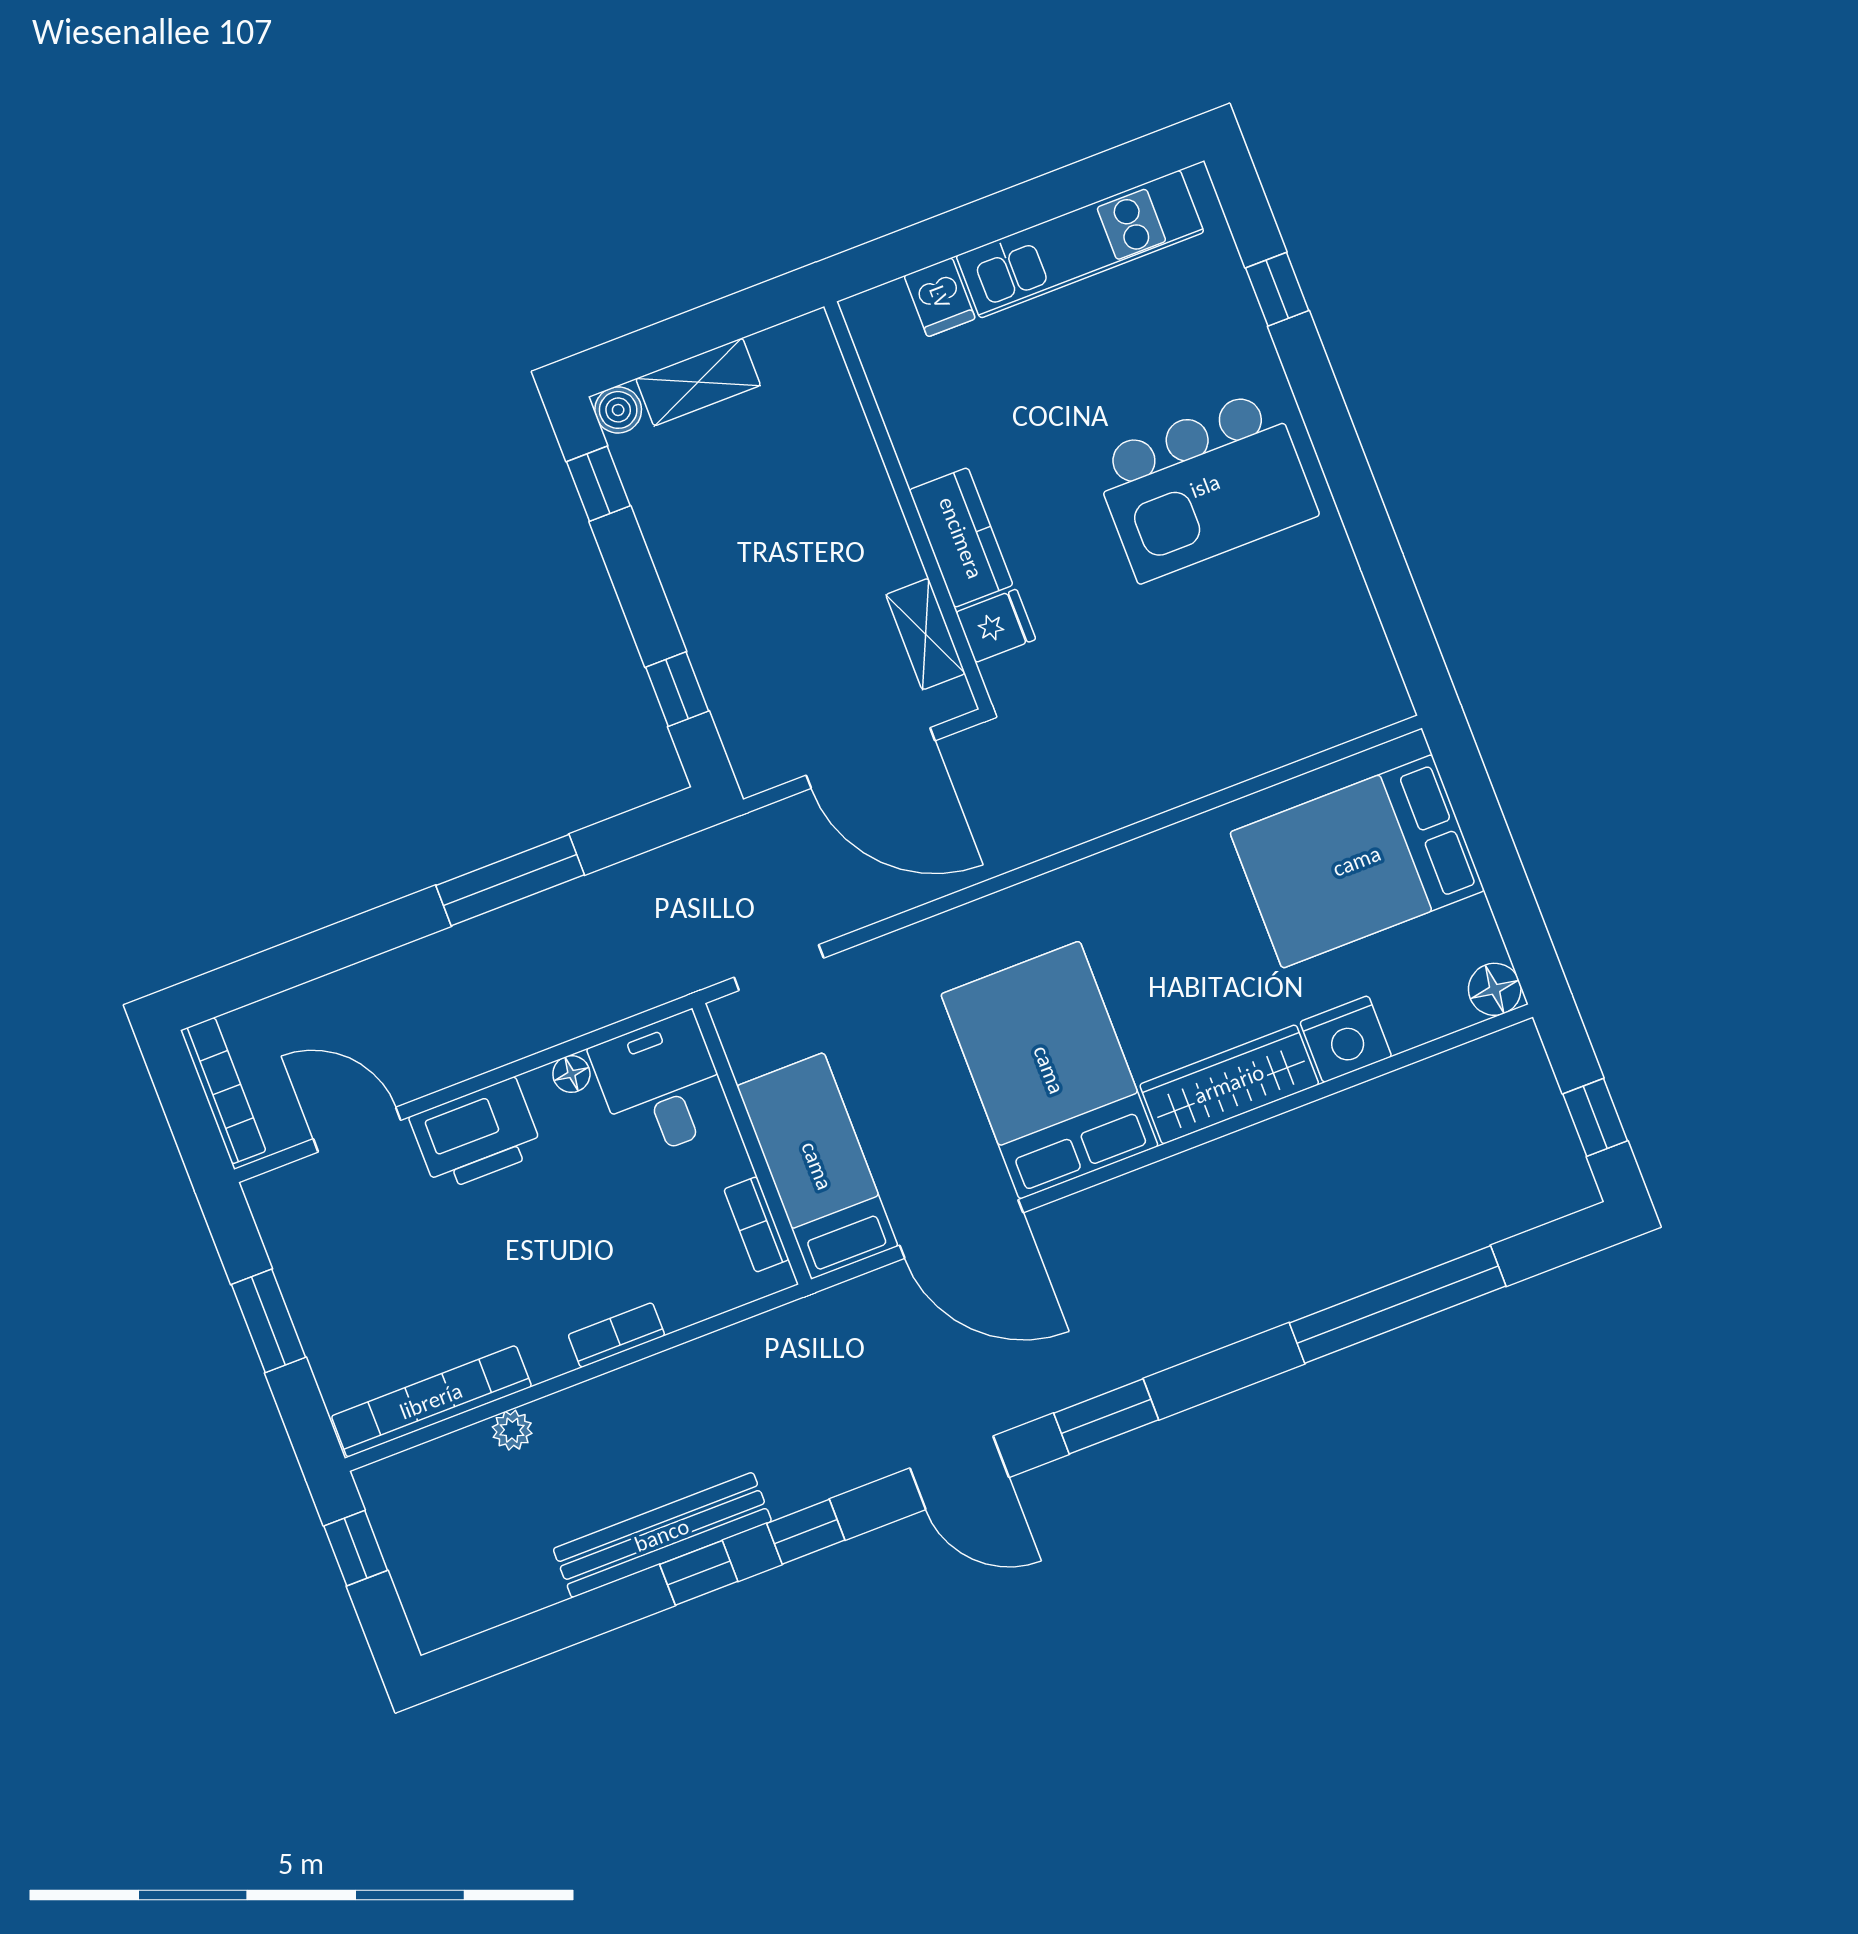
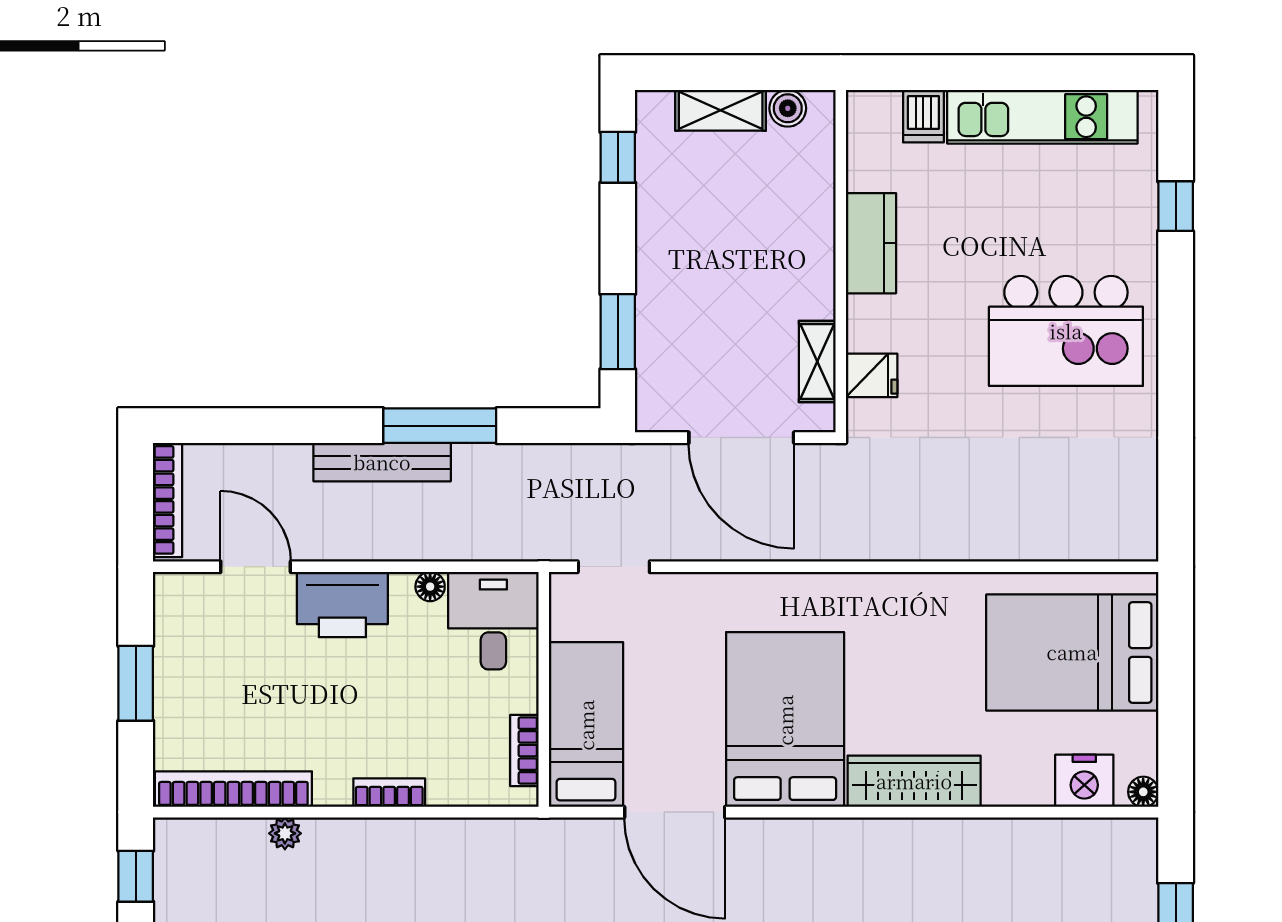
boiler: (618, 410) -> (788, 108), moved
kitchen counter: (961, 538) -> (871, 243), moved
window: (677, 689) -> (618, 332), width x1.50
bench: (459, 949) -> (382, 462), added
floor lamp: (1495, 989) -> (1143, 792), width x0.73, depth x0.73
nightstand: (1346, 1039) -> (1084, 781), moved

